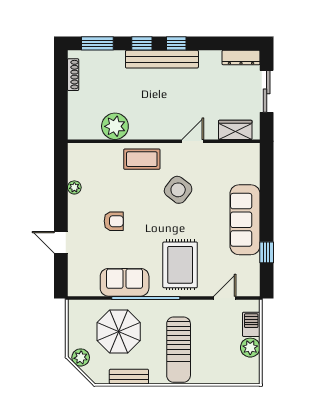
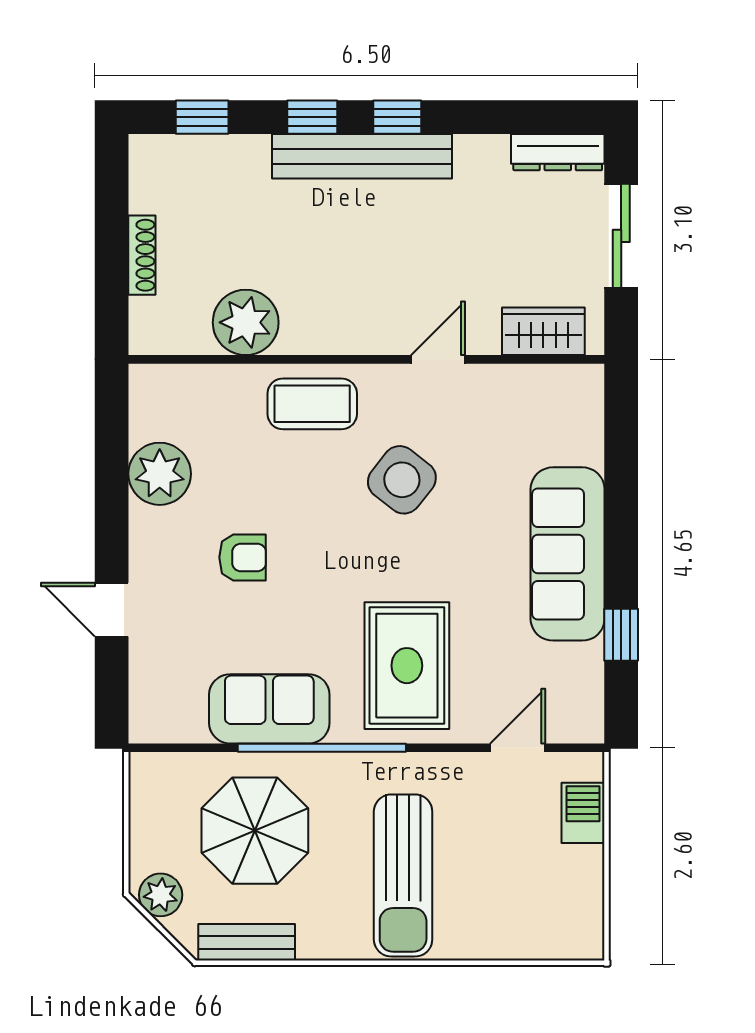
window: (97, 43) -> (202, 117), width x0.67
shoe rack: (73, 75) -> (142, 255), moved
plant: (74, 187) -> (160, 474), width x1.87, depth x1.87
plant: (250, 348) -> (581, 870), removed
bench: (129, 377) -> (247, 942), moved

